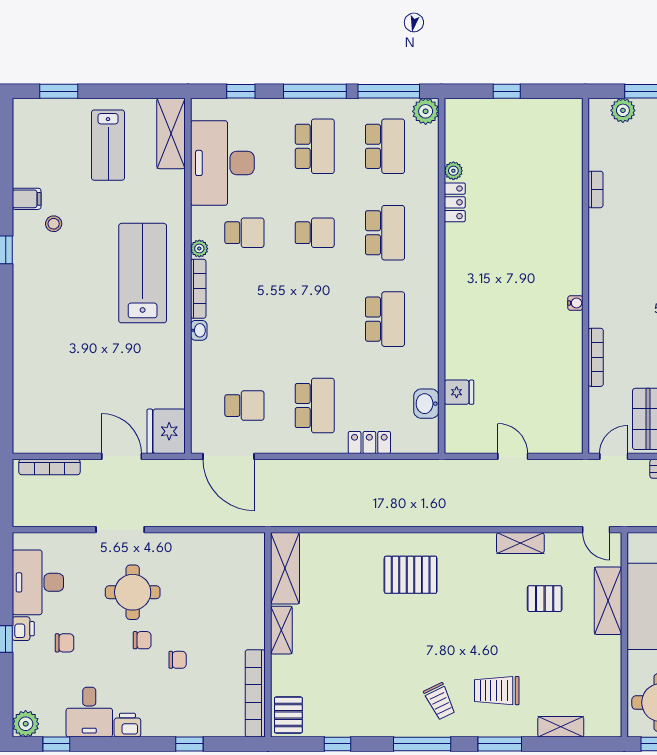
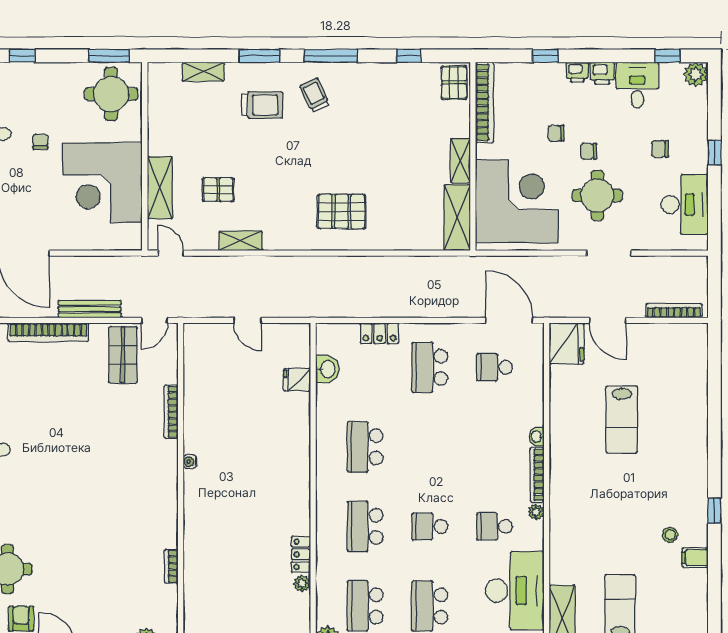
lab bench: (143, 273) -> (622, 420), moved, width x0.73, depth x0.72
corner desk: (220, 586) -> (517, 201), added
printer: (23, 629) -> (577, 72), moved, turned -90

